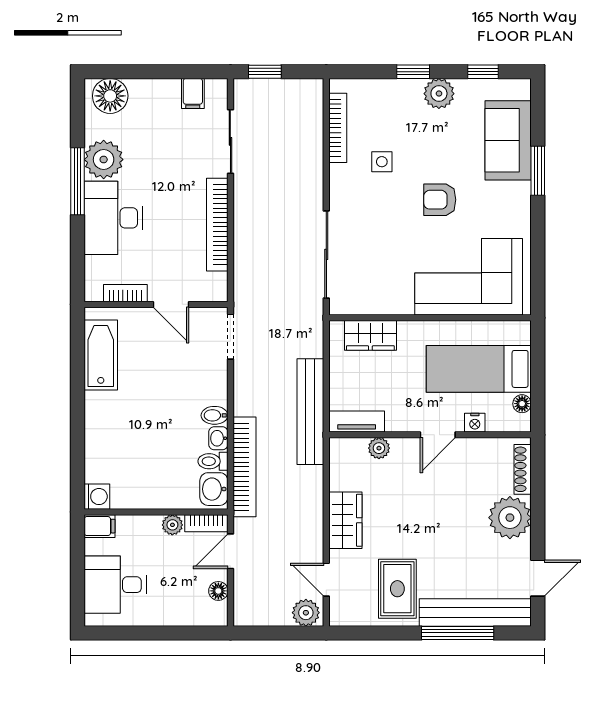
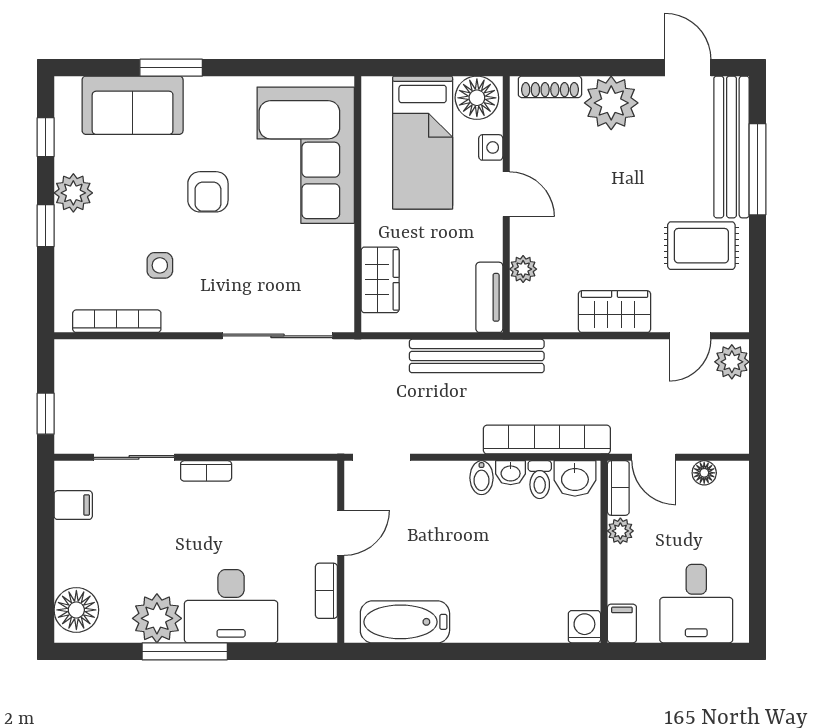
bookcase: (217, 225) -> (206, 471), width x0.43, depth x0.76
floor lamp: (522, 404) -> (477, 98), width x1.89, depth x1.89

